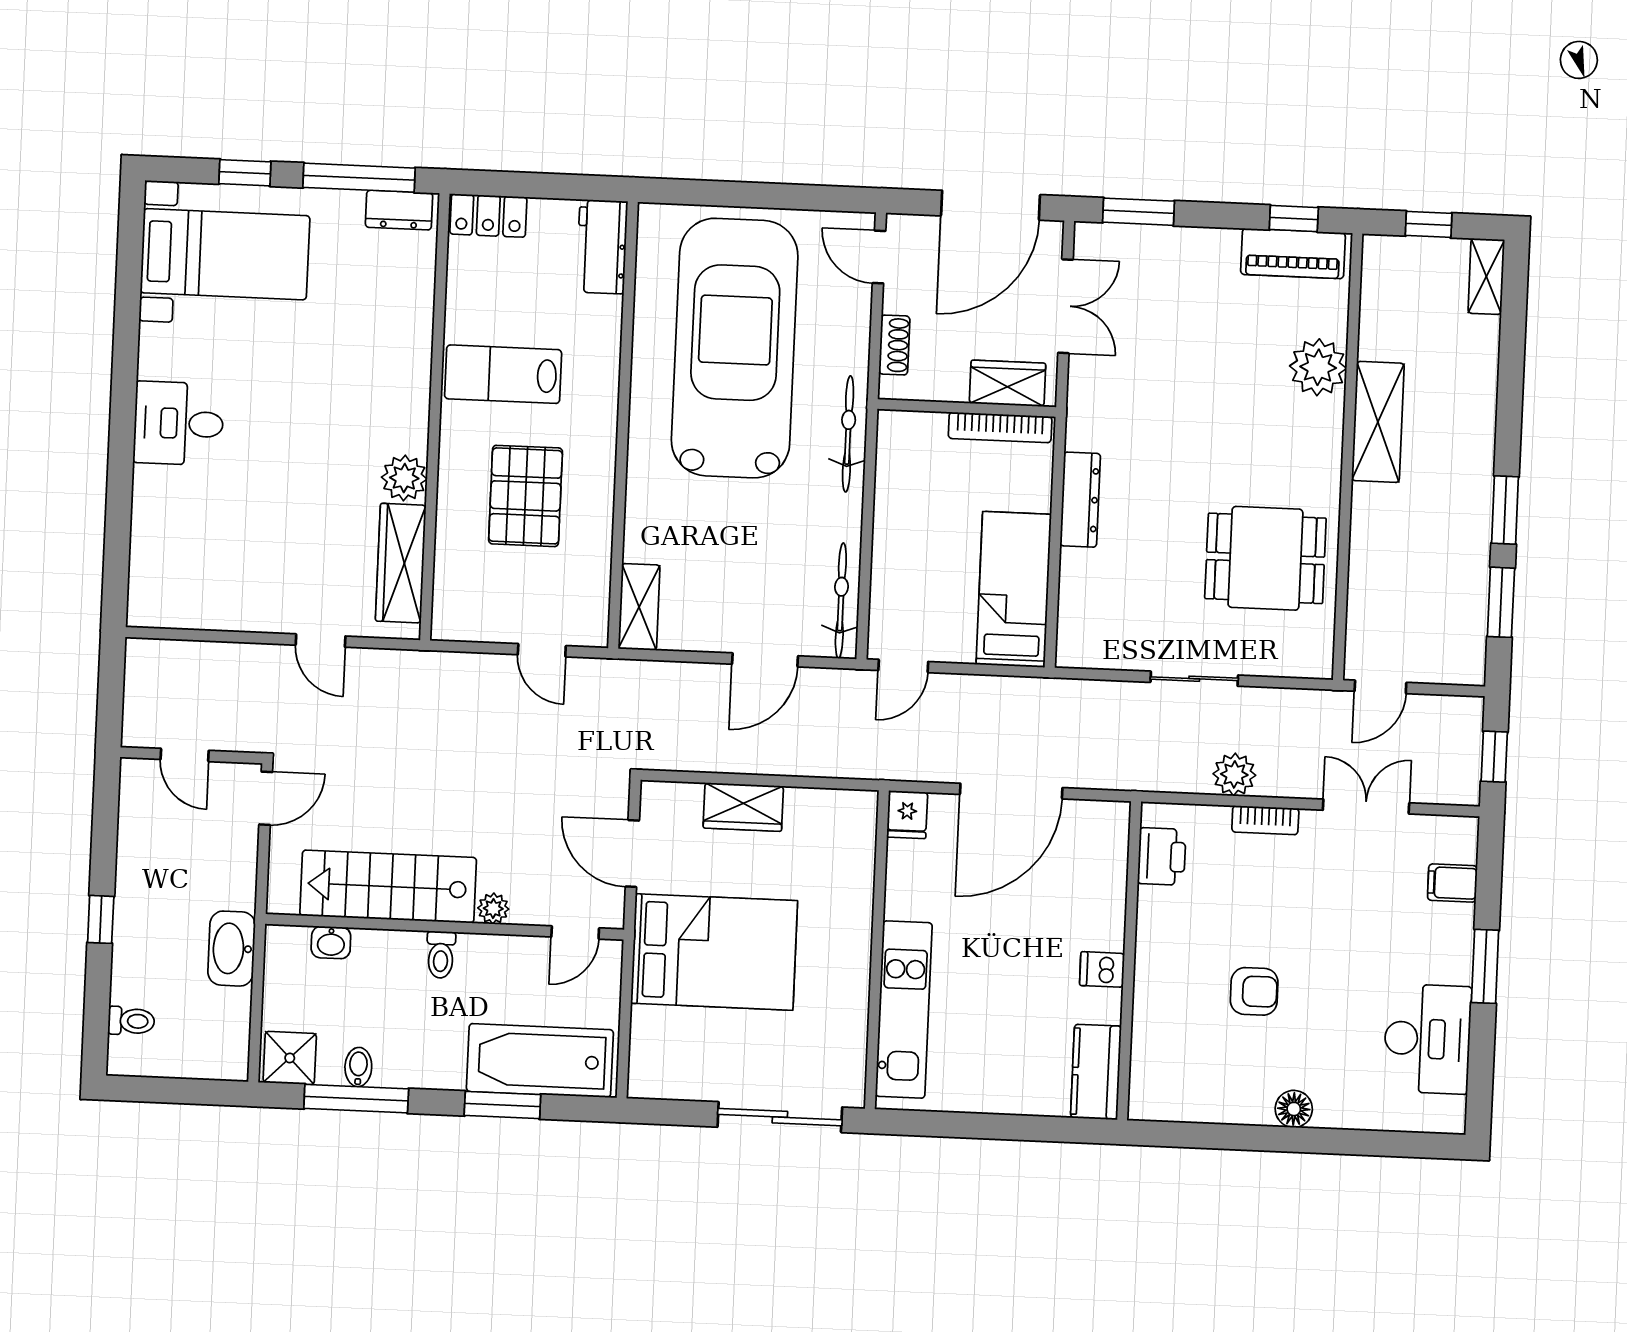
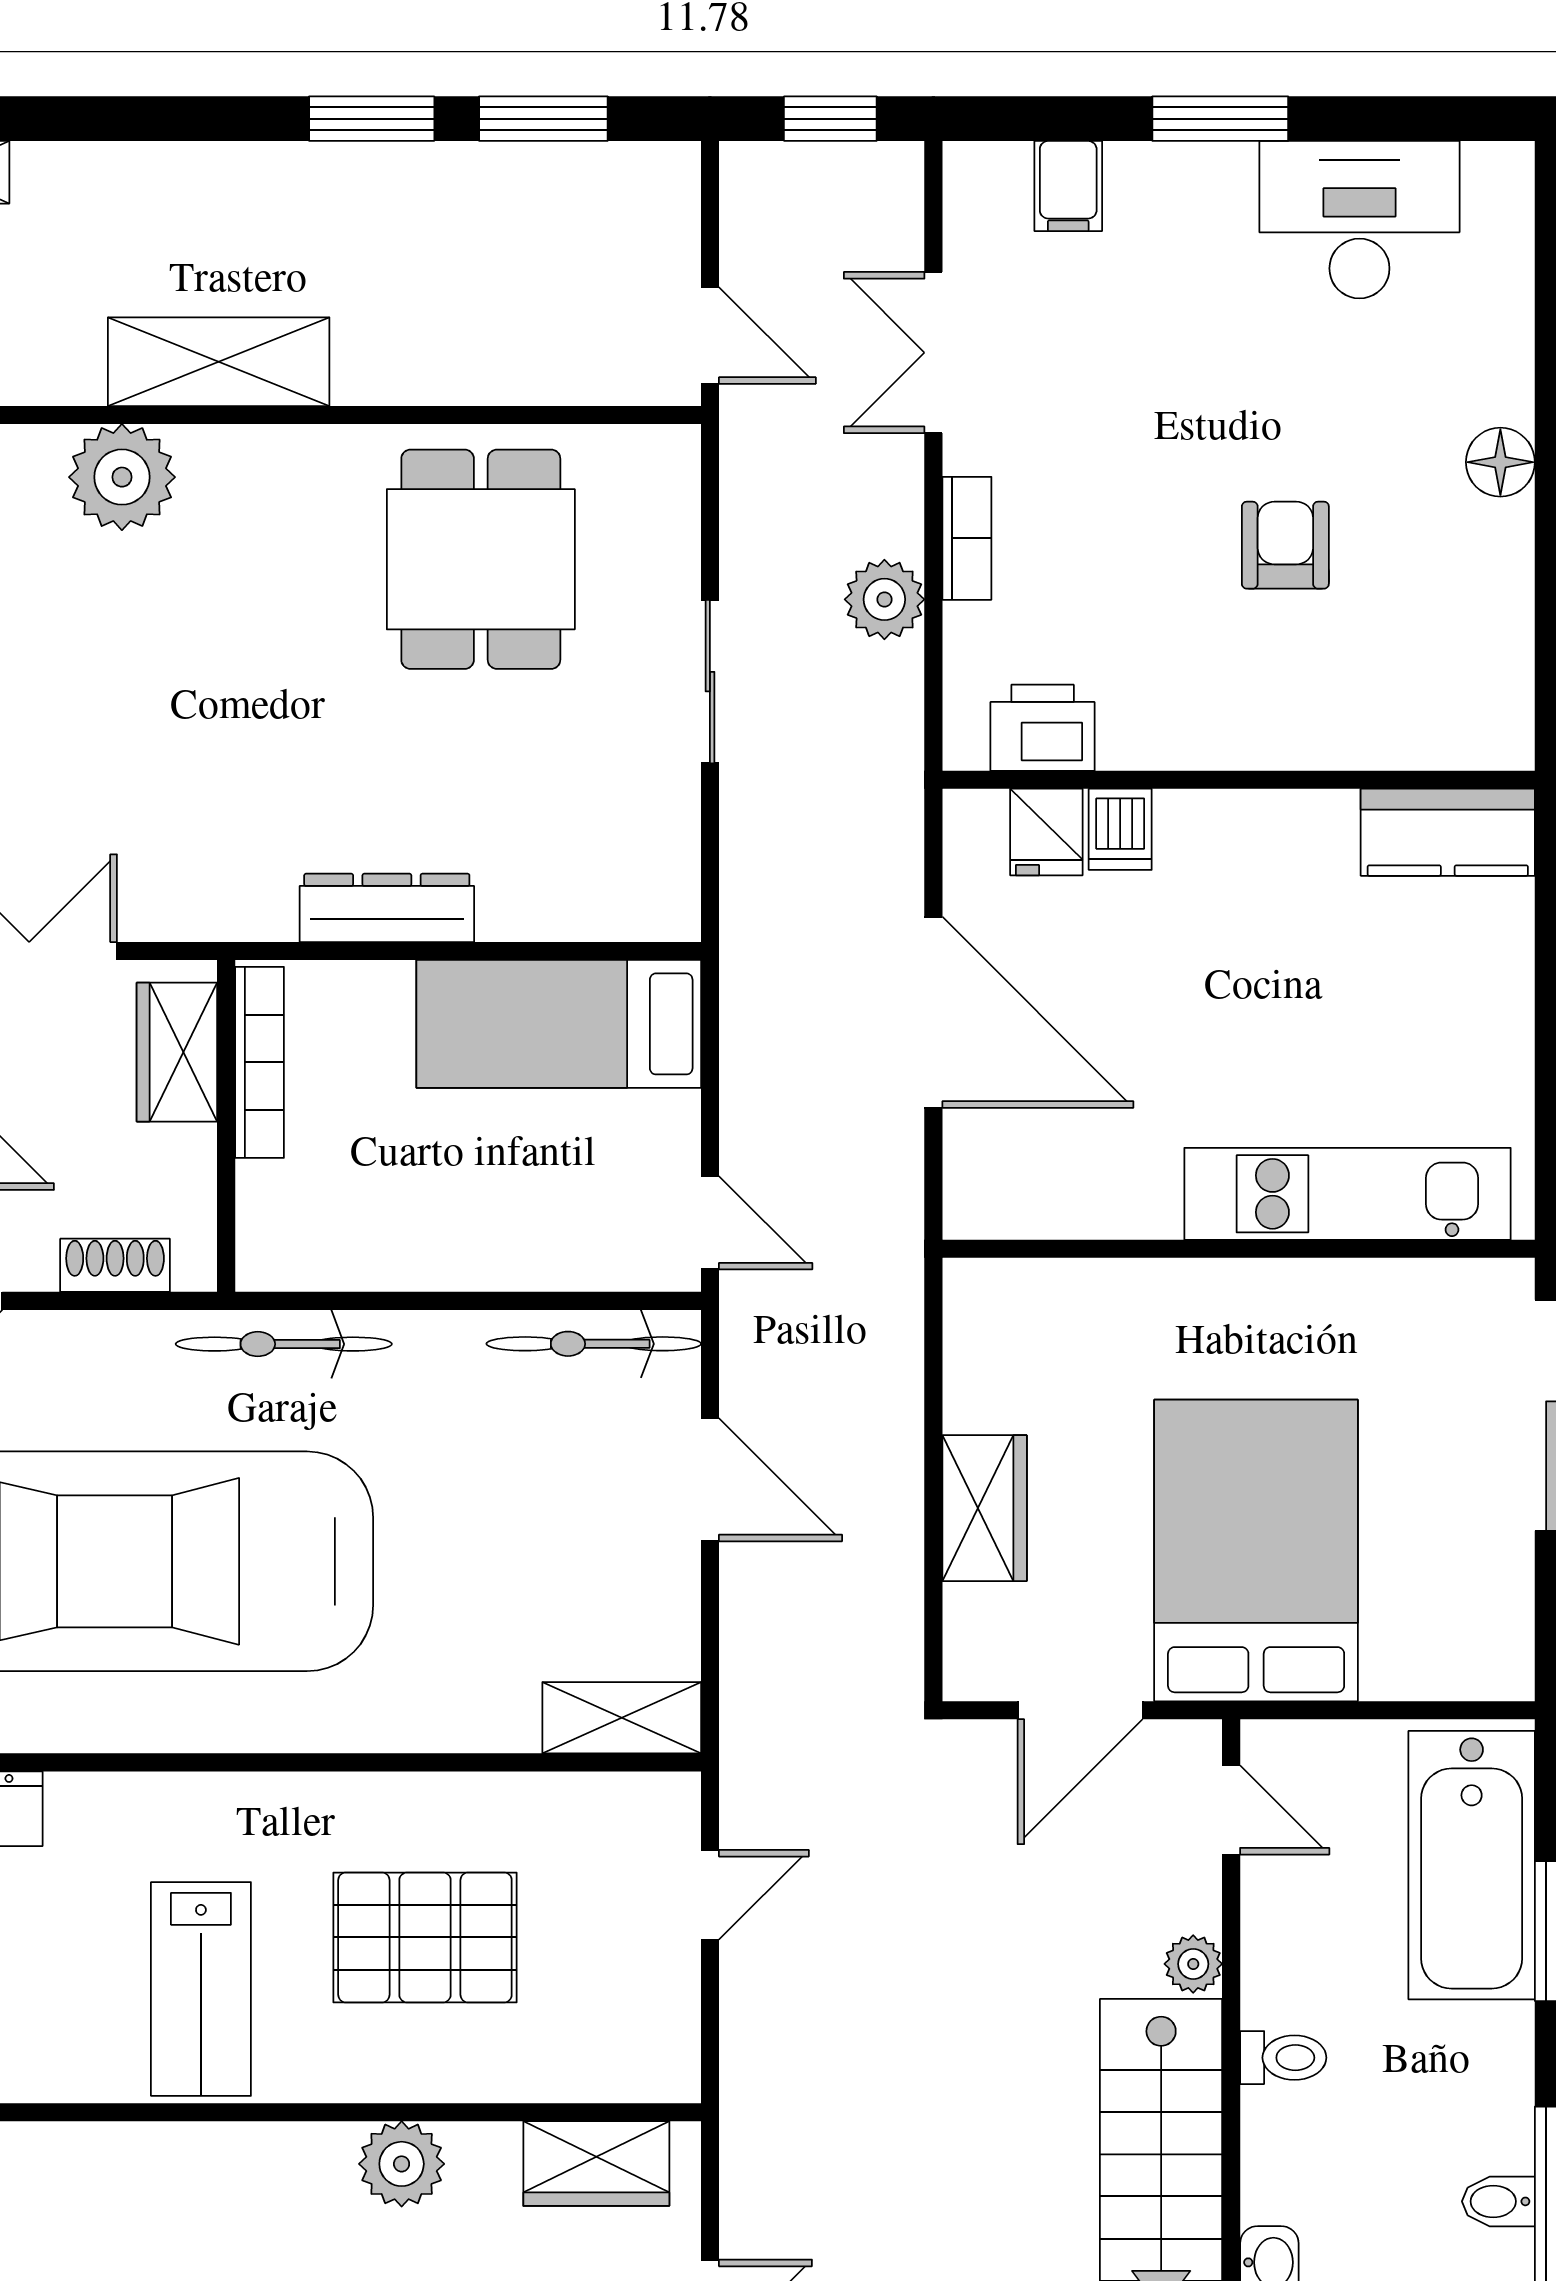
wardrobe: (401, 563) -> (596, 2164), width x0.67
fridge: (907, 815) -> (1046, 832), moved, turned 90
dishwasher: (1102, 969) -> (1120, 829), moved

